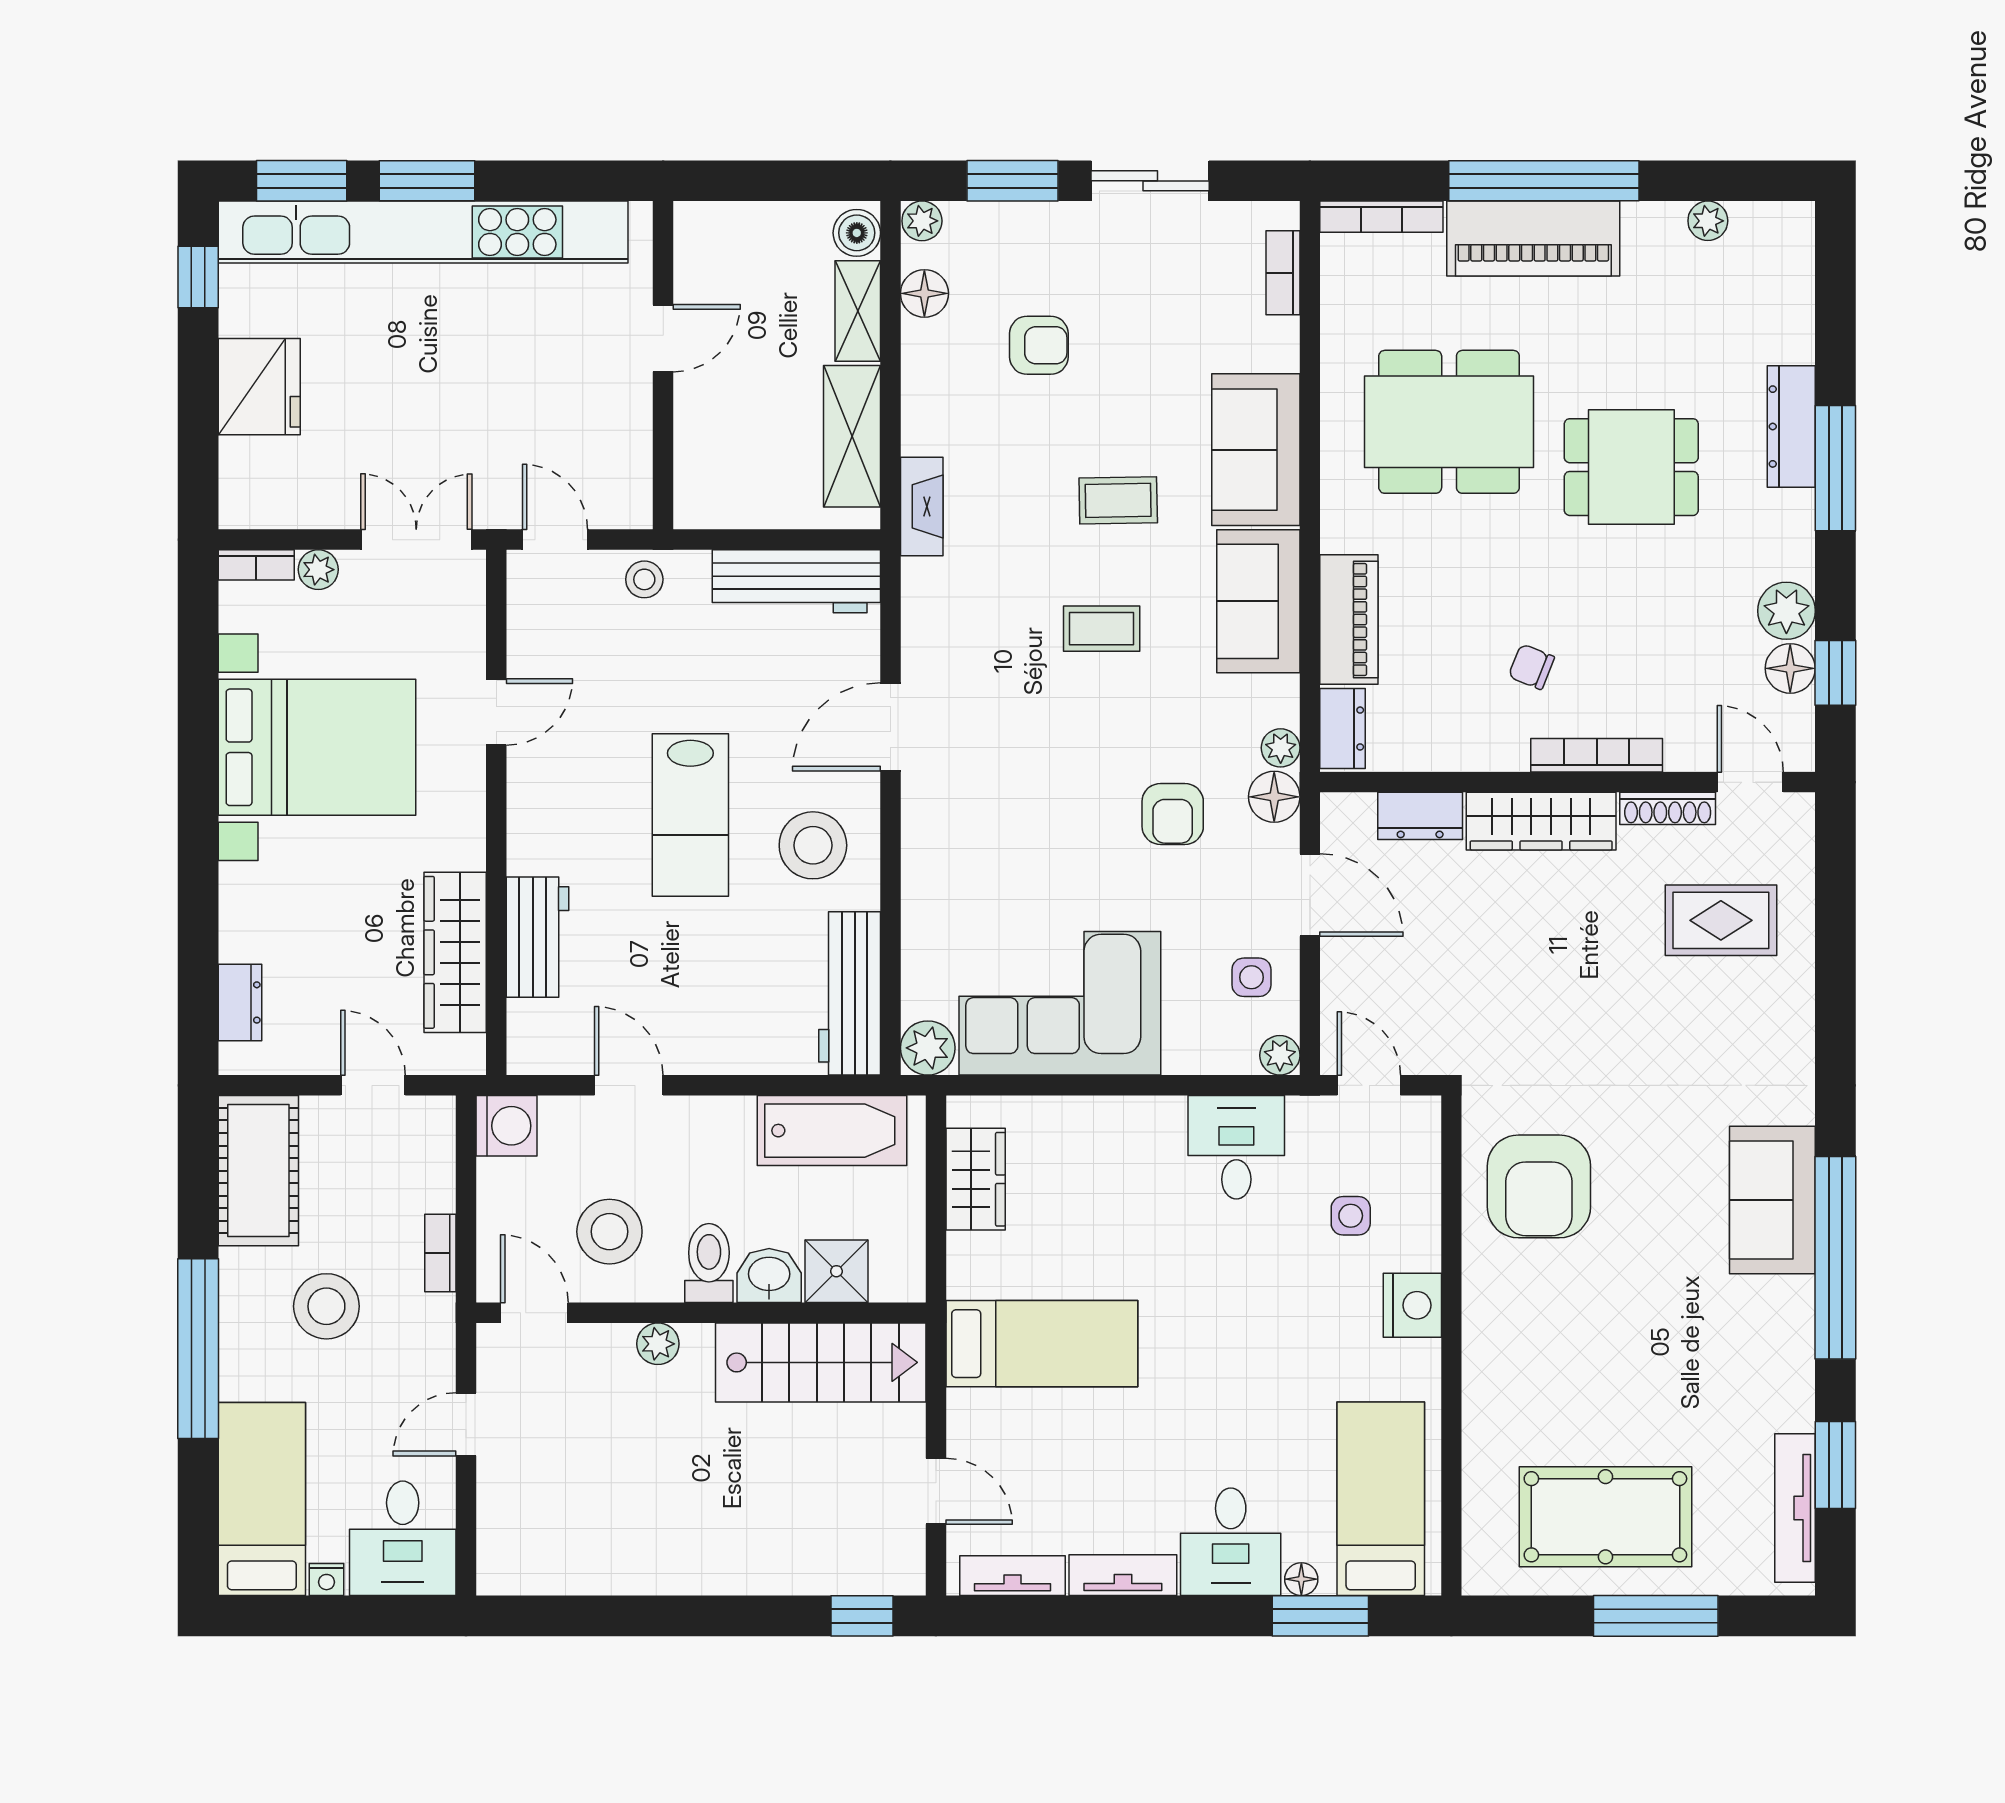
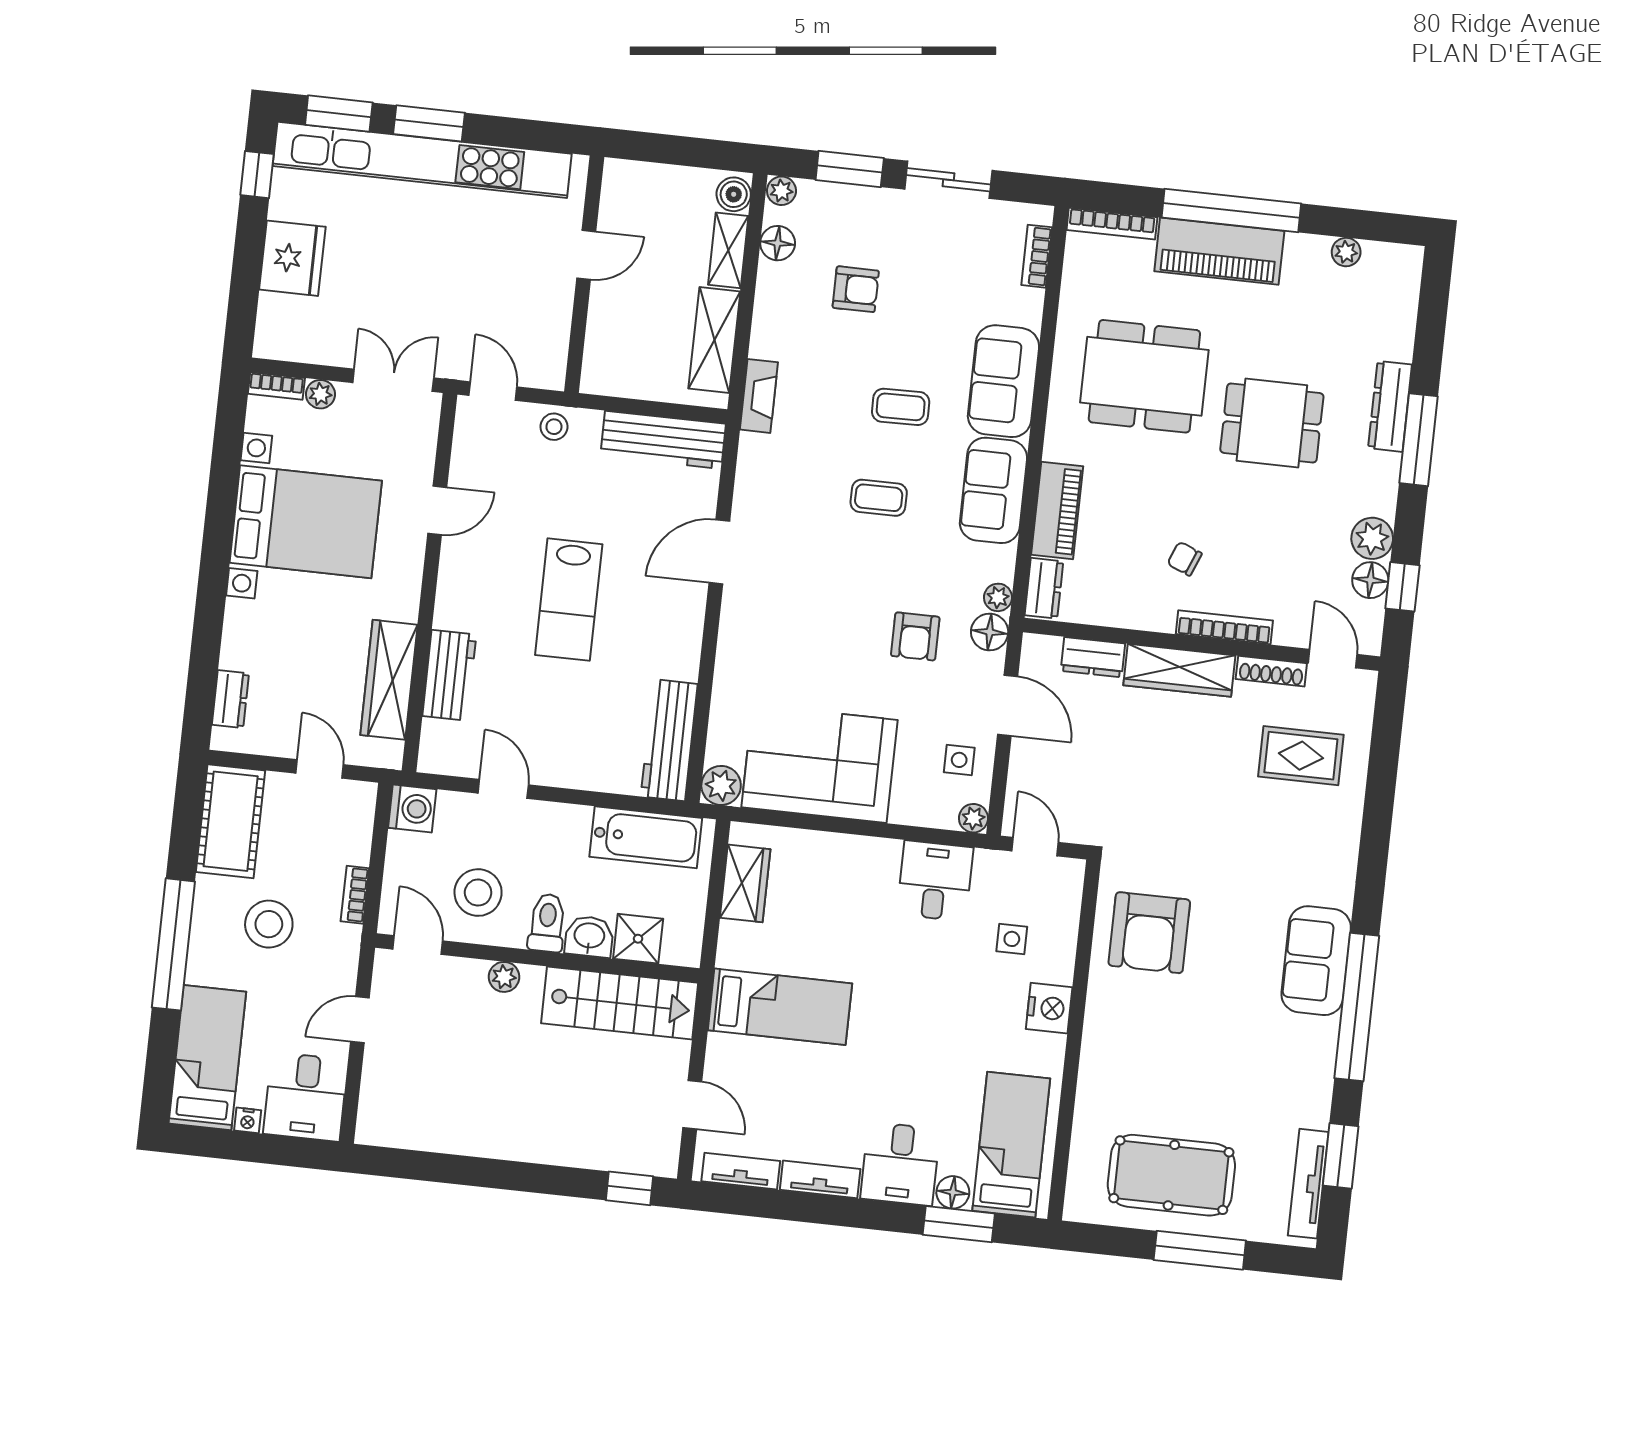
stool: (813, 845) -> (654, 631), removed
floor lamp: (1301, 1579) -> (953, 1192), width x1.37, depth x1.37

